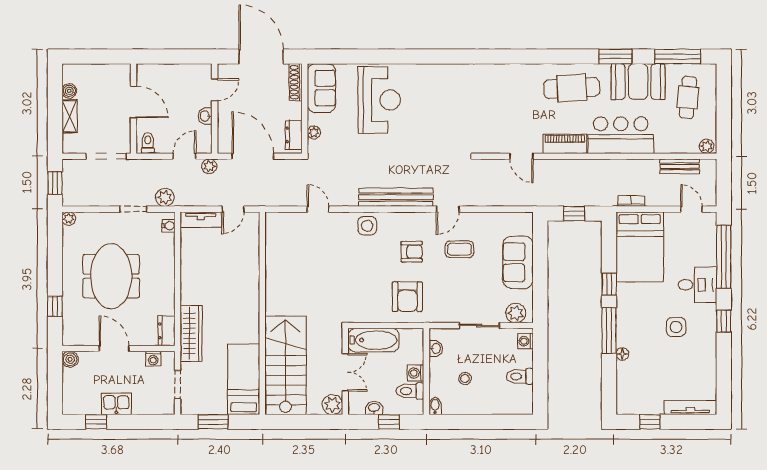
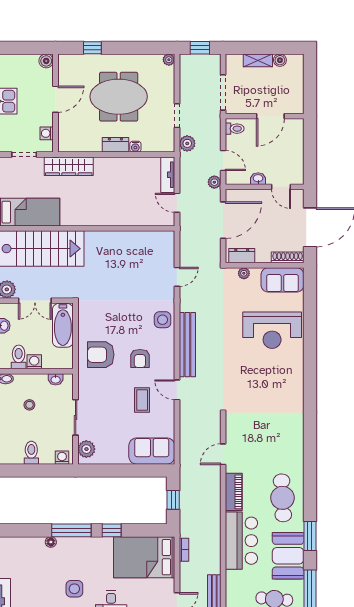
water cooler: (169, 226) -> (135, 147), moved
sofa: (518, 262) -> (152, 451), moved
dresser: (166, 331) -> (115, 145), moved

